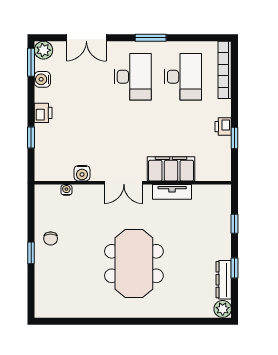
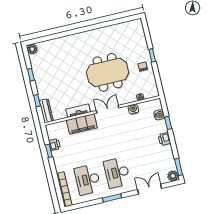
water cooler: (42, 79) -> (159, 115), moved
printer: (223, 127) -> (54, 144), moved
meeting table: (134, 264) -> (108, 72), moved, turned 90
dresser: (224, 280) -> (46, 111), moved

